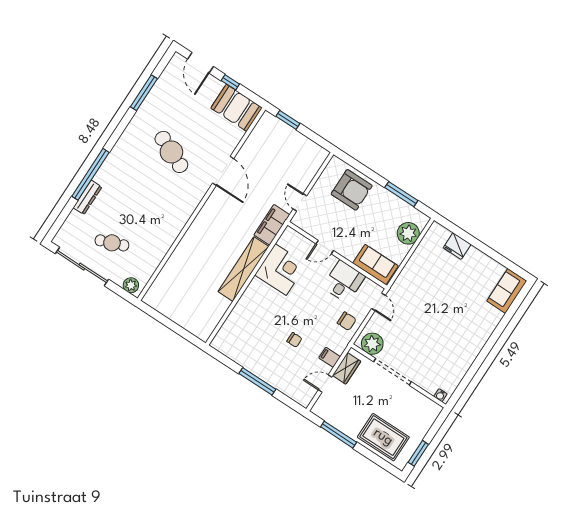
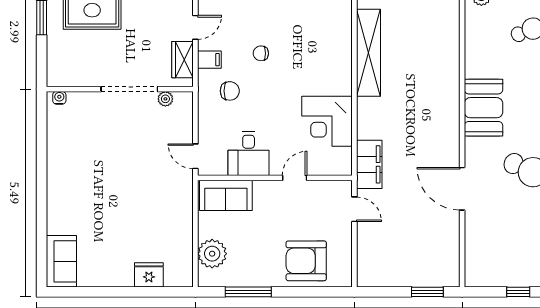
booth: (237, 108) -> (483, 108), moved, turned 90
shelving: (244, 269) -> (368, 53), moved
chair: (347, 321) -> (230, 91), moved, turned 180
plant: (372, 344) -> (165, 99), width x0.53, depth x0.53

